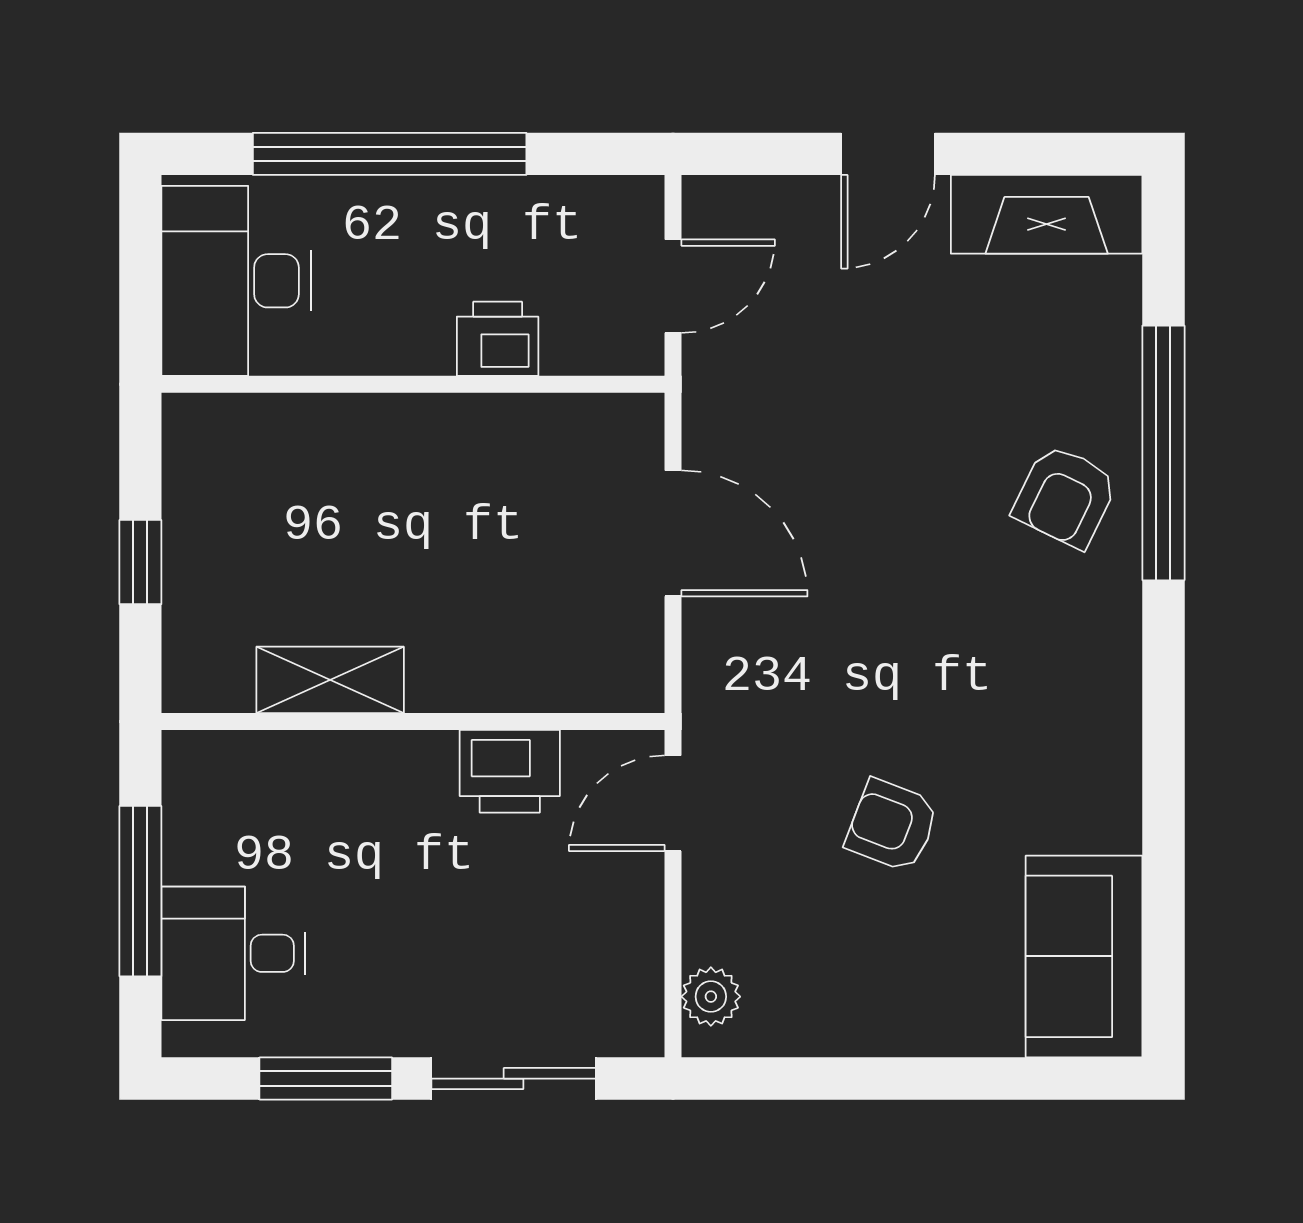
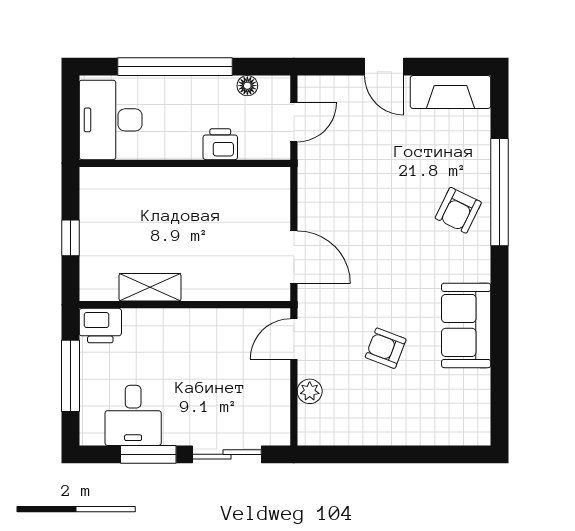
door: (888, 154) -> (384, 67), hinge flipped
floor lamp: (562, 199) -> (247, 86), added
door: (673, 533) -> (294, 257), moved
printer: (510, 771) -> (100, 326), moved
desk: (233, 953) -> (133, 415), moved, turned -90
sofa: (1084, 956) -> (466, 325), moved
plant: (711, 997) -> (310, 391), moved

